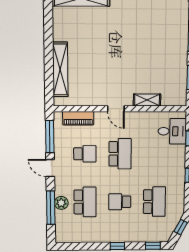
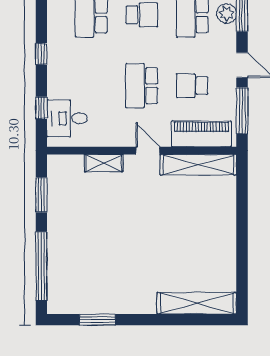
shelving: (60, 69) -> (198, 165), moved, turned 90
piano: (78, 118) -> (201, 134), width x1.37, depth x1.33

